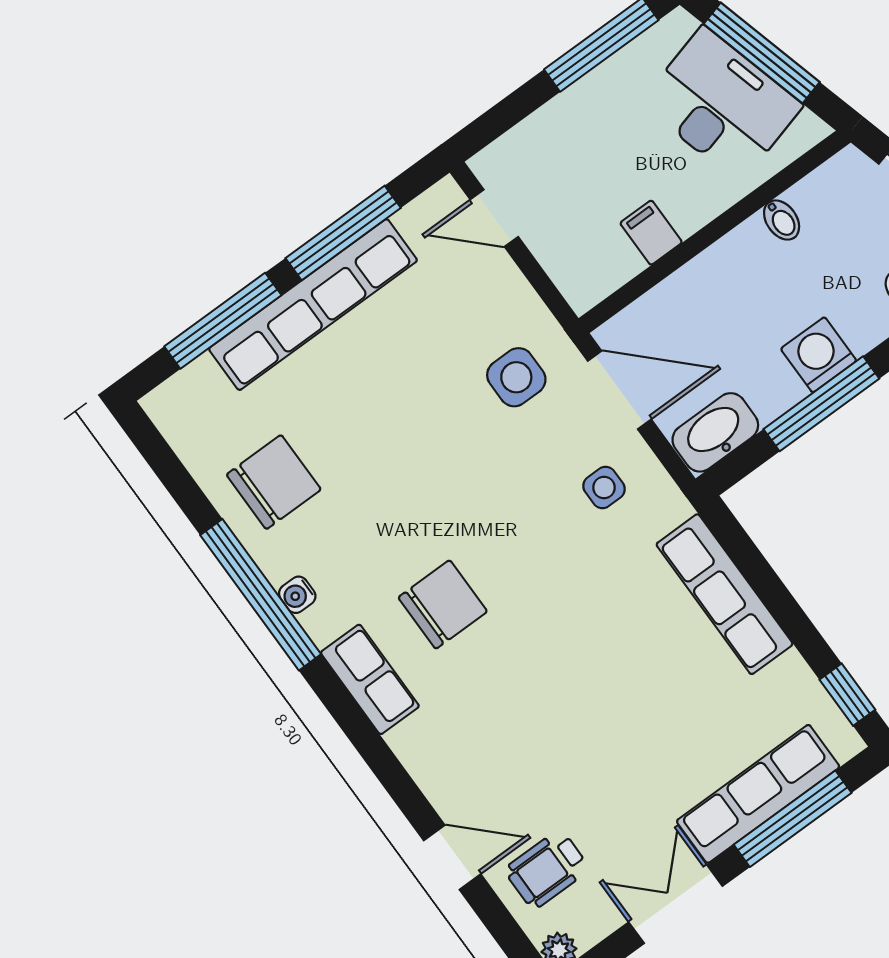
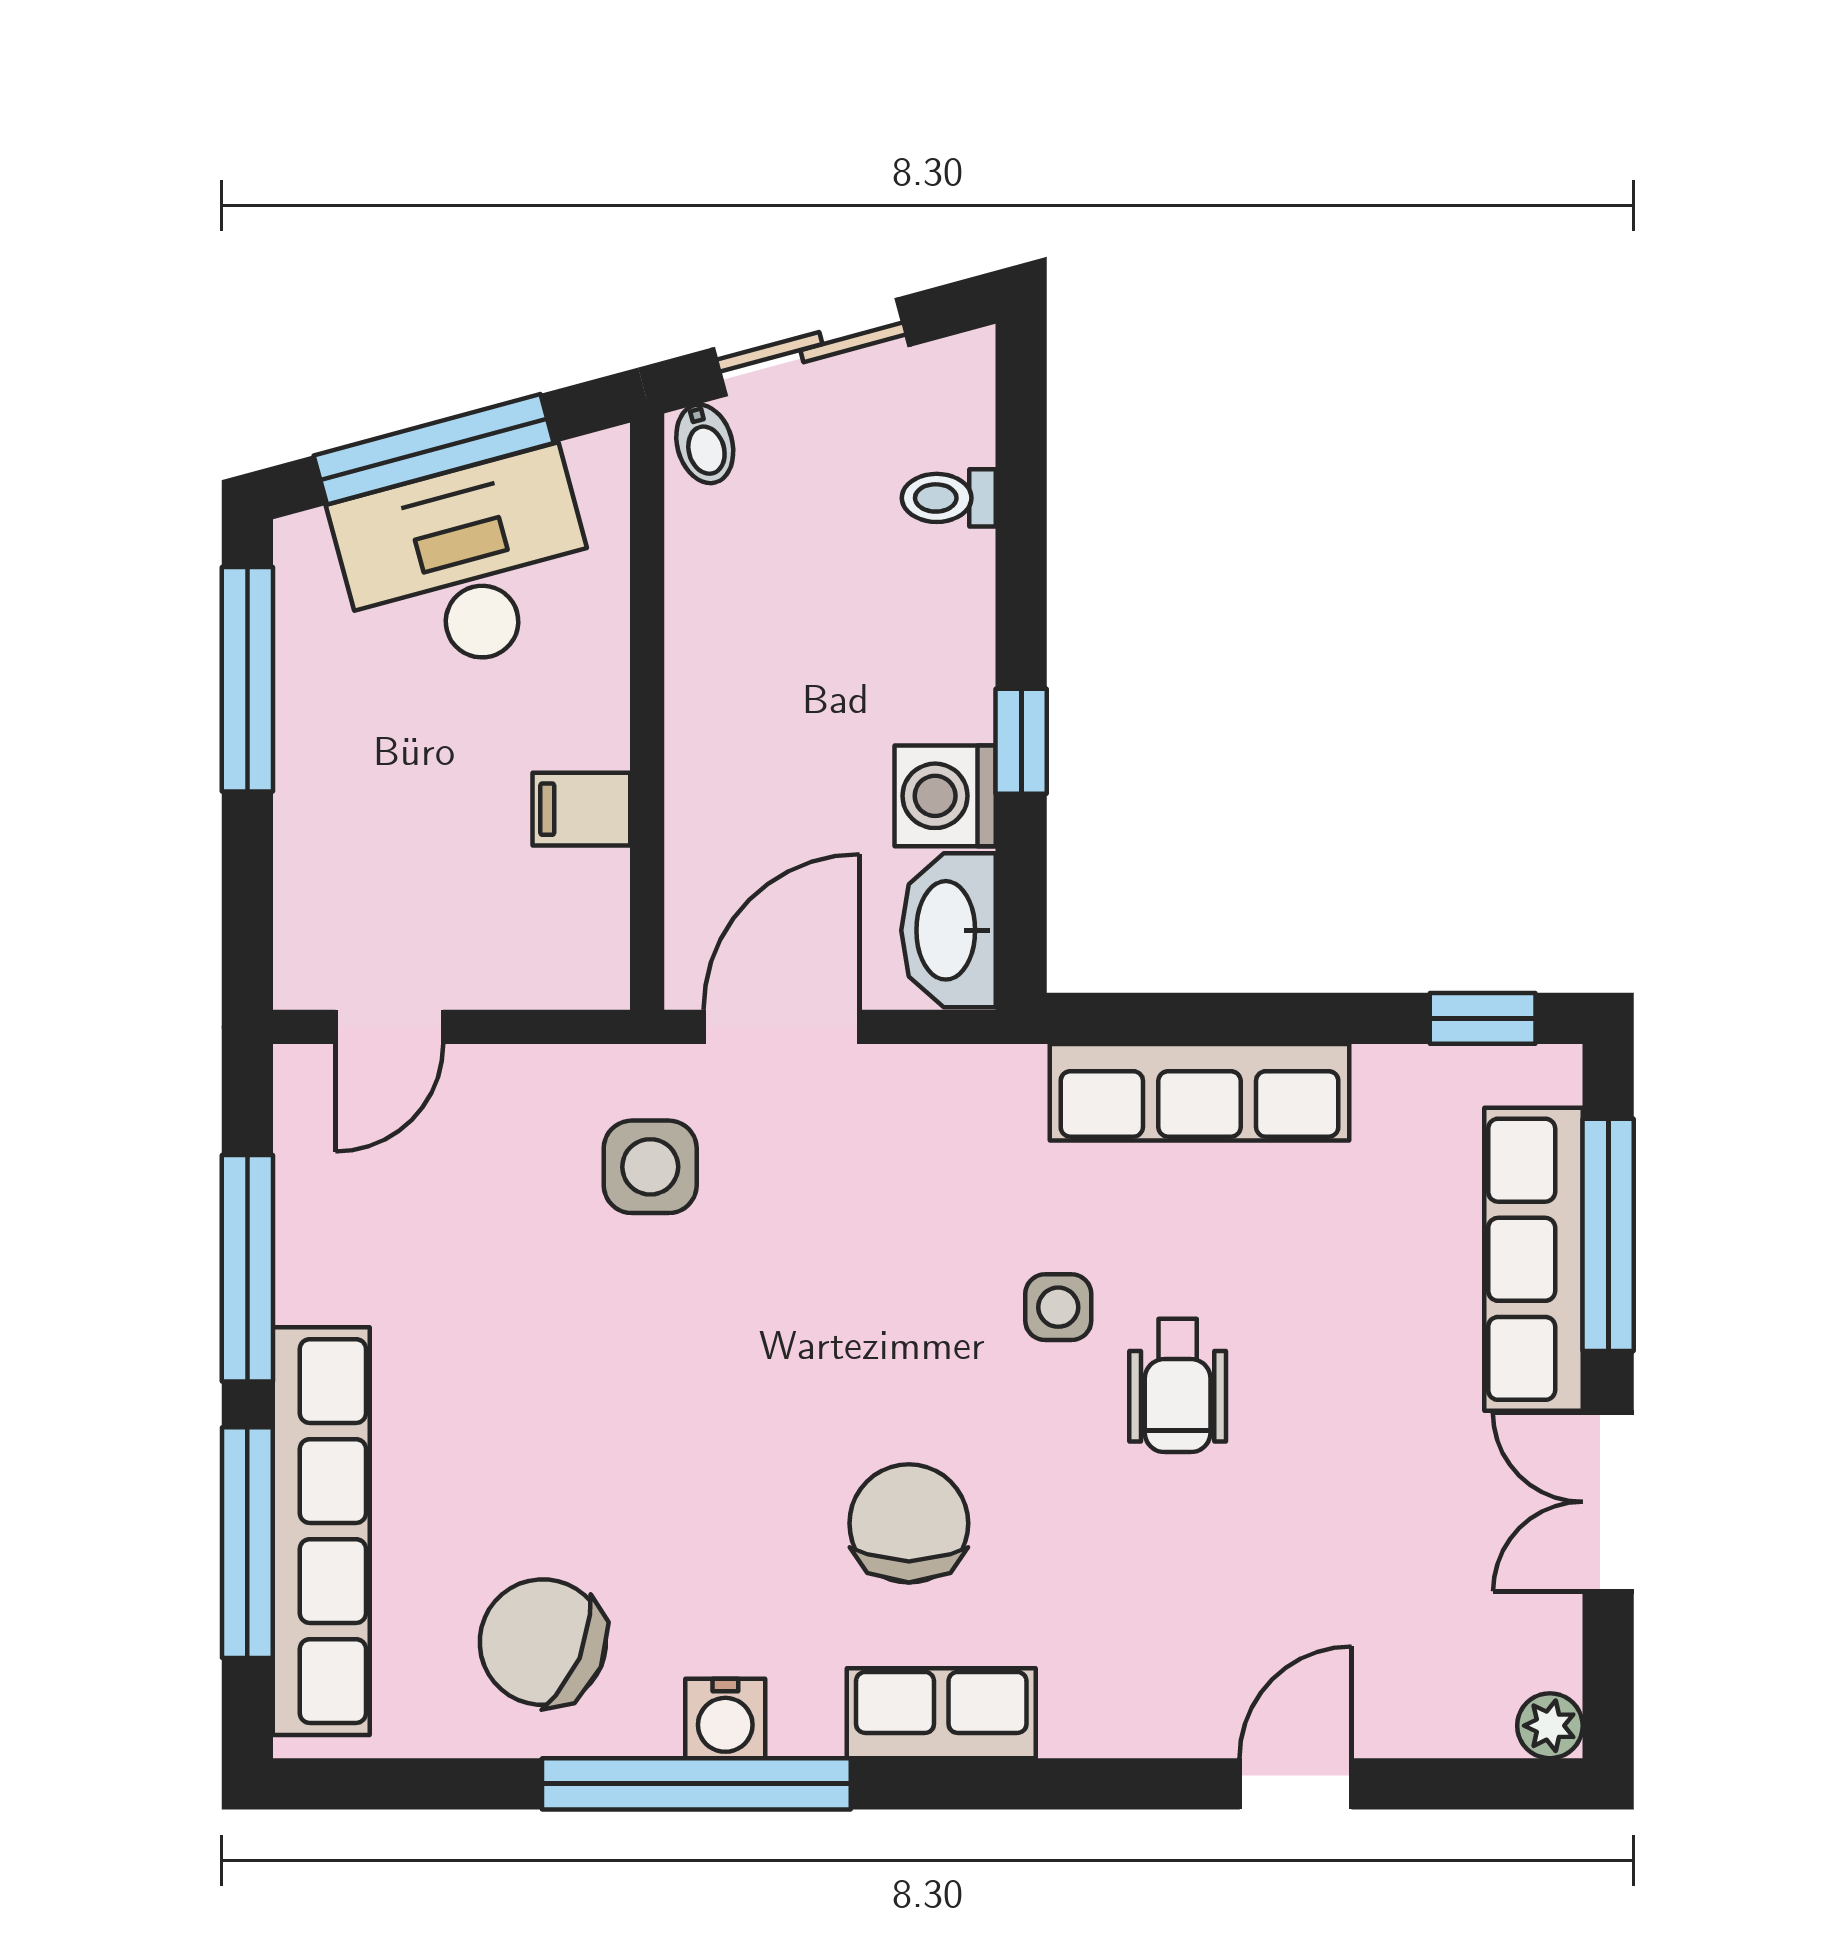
bidet: (782, 220) -> (705, 444), moved, turned 75
row of seats: (313, 305) -> (321, 1531), moved
washing machine: (819, 355) -> (945, 796), moved
window: (821, 404) -> (1021, 741), width x0.46
chair: (274, 482) -> (543, 1642), turned -67
side table: (604, 487) -> (1058, 1307), moved
water cooler: (297, 595) -> (725, 1718), width x1.38, depth x1.38
wheelchair: (547, 869) -> (1178, 1386), moved

